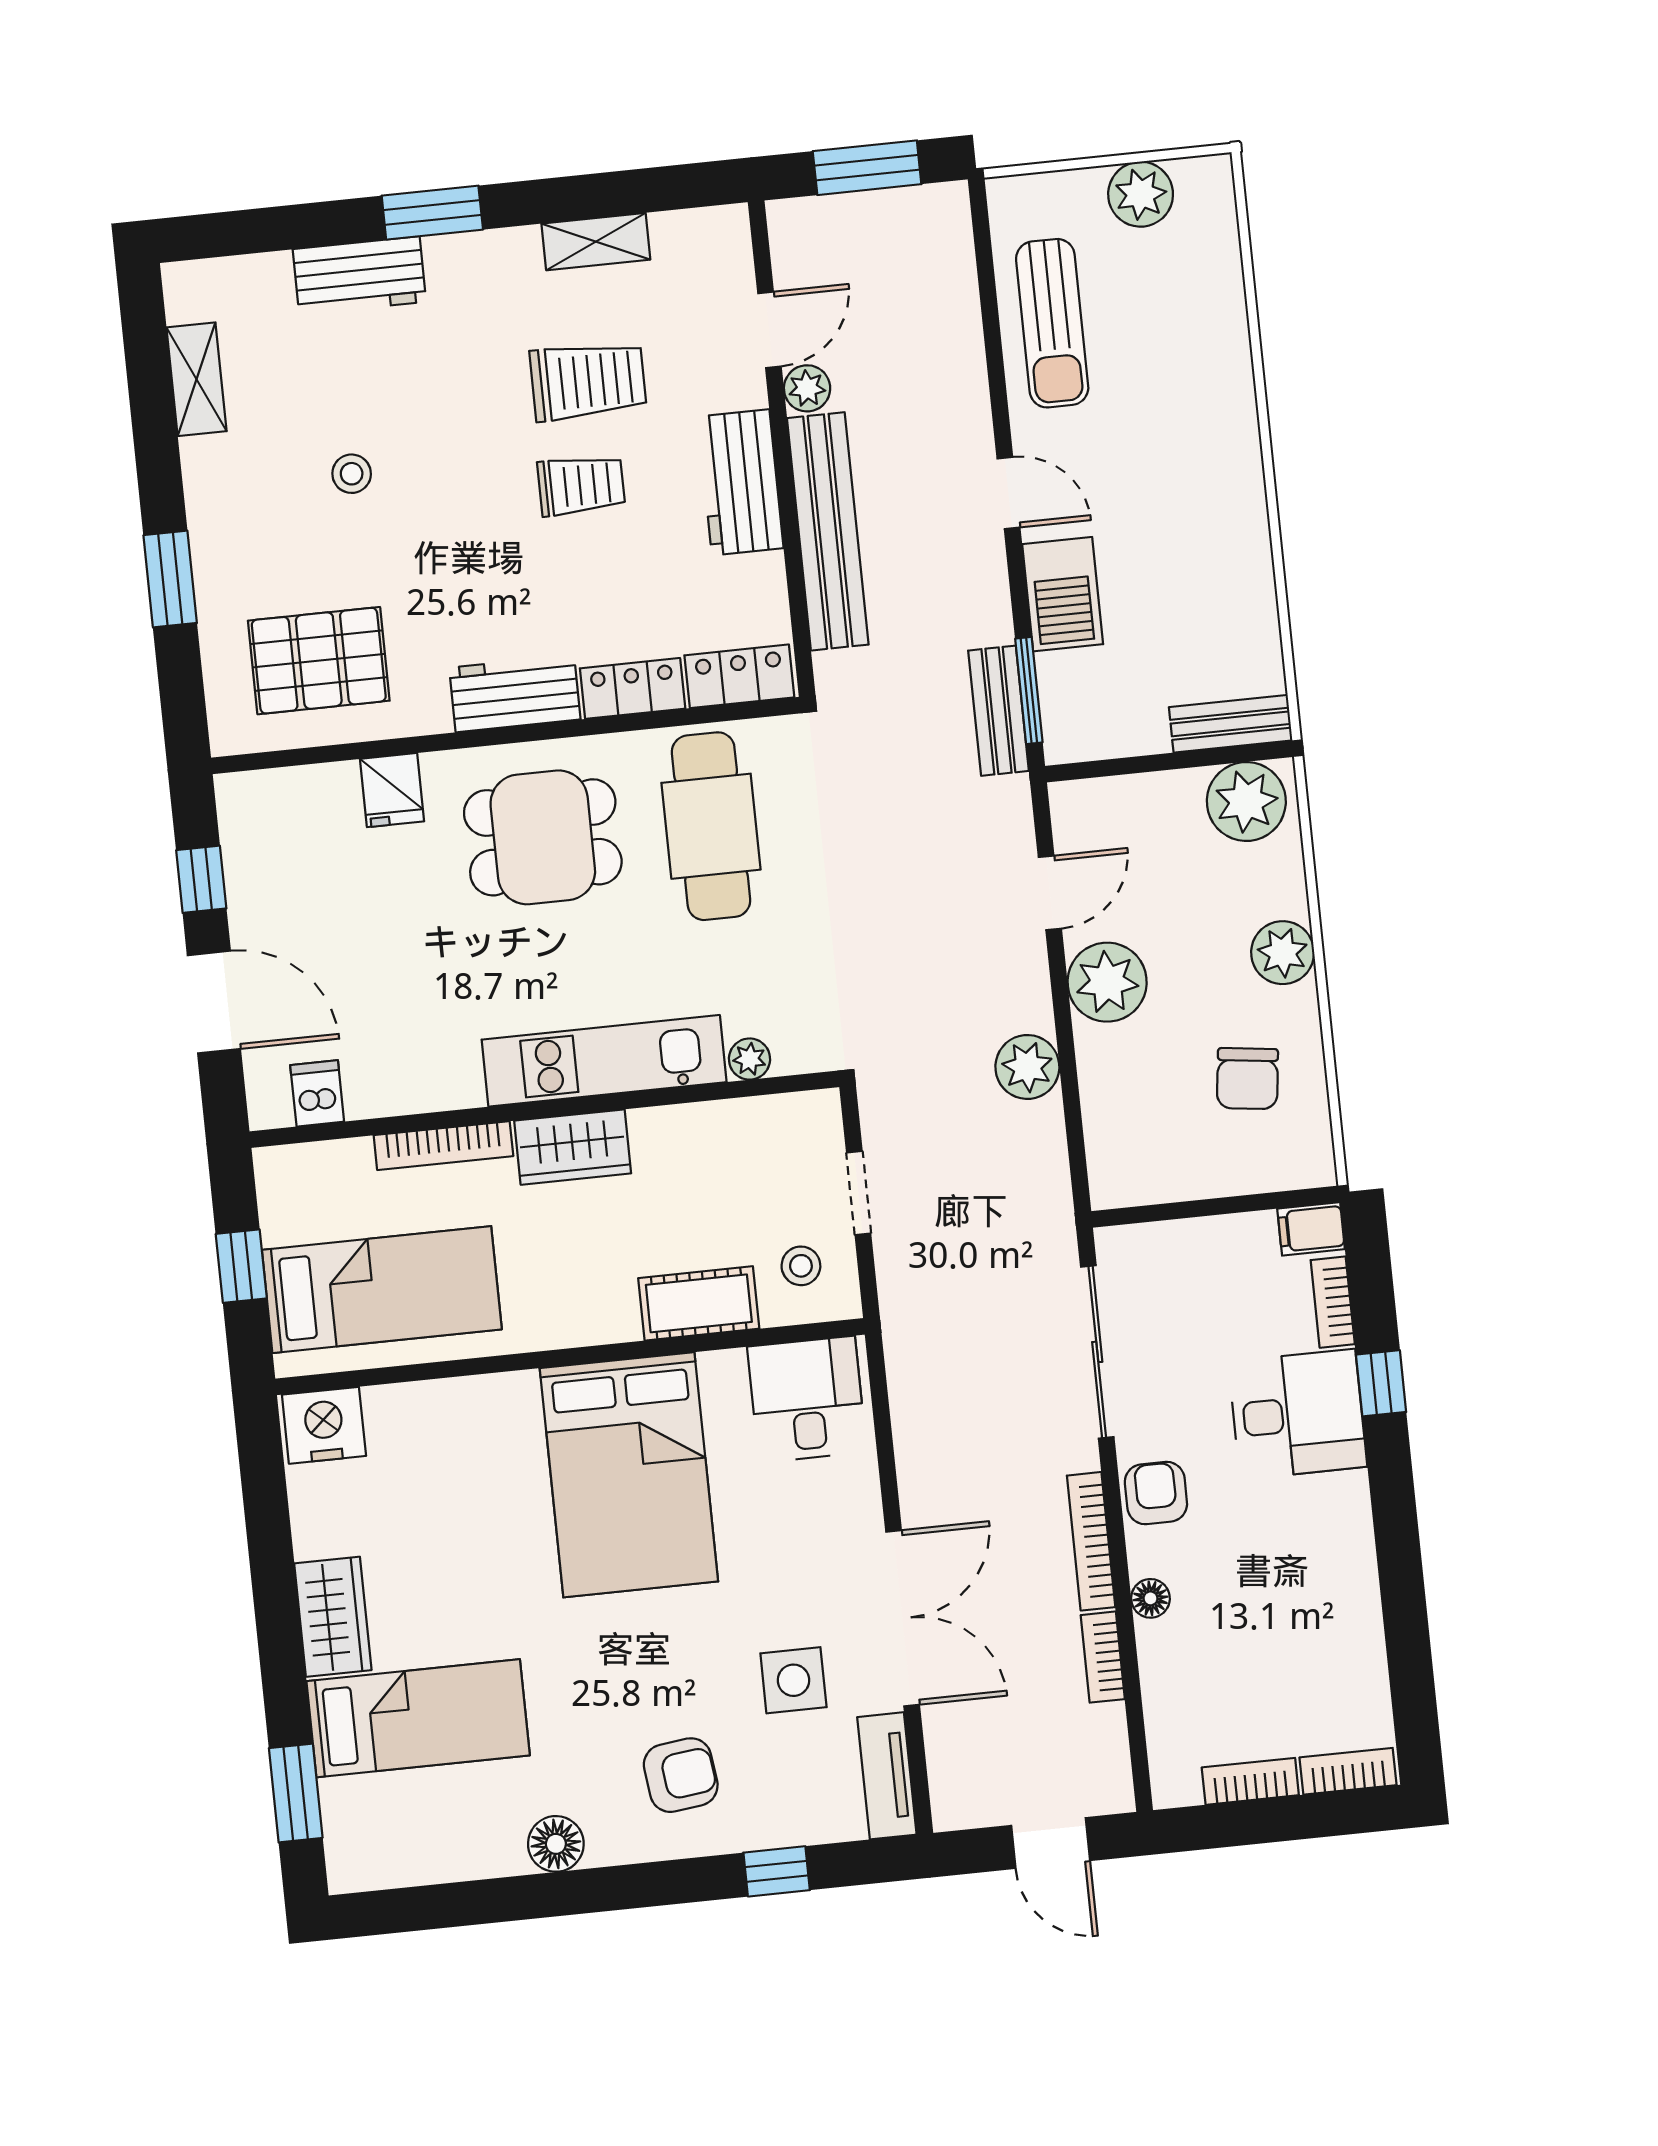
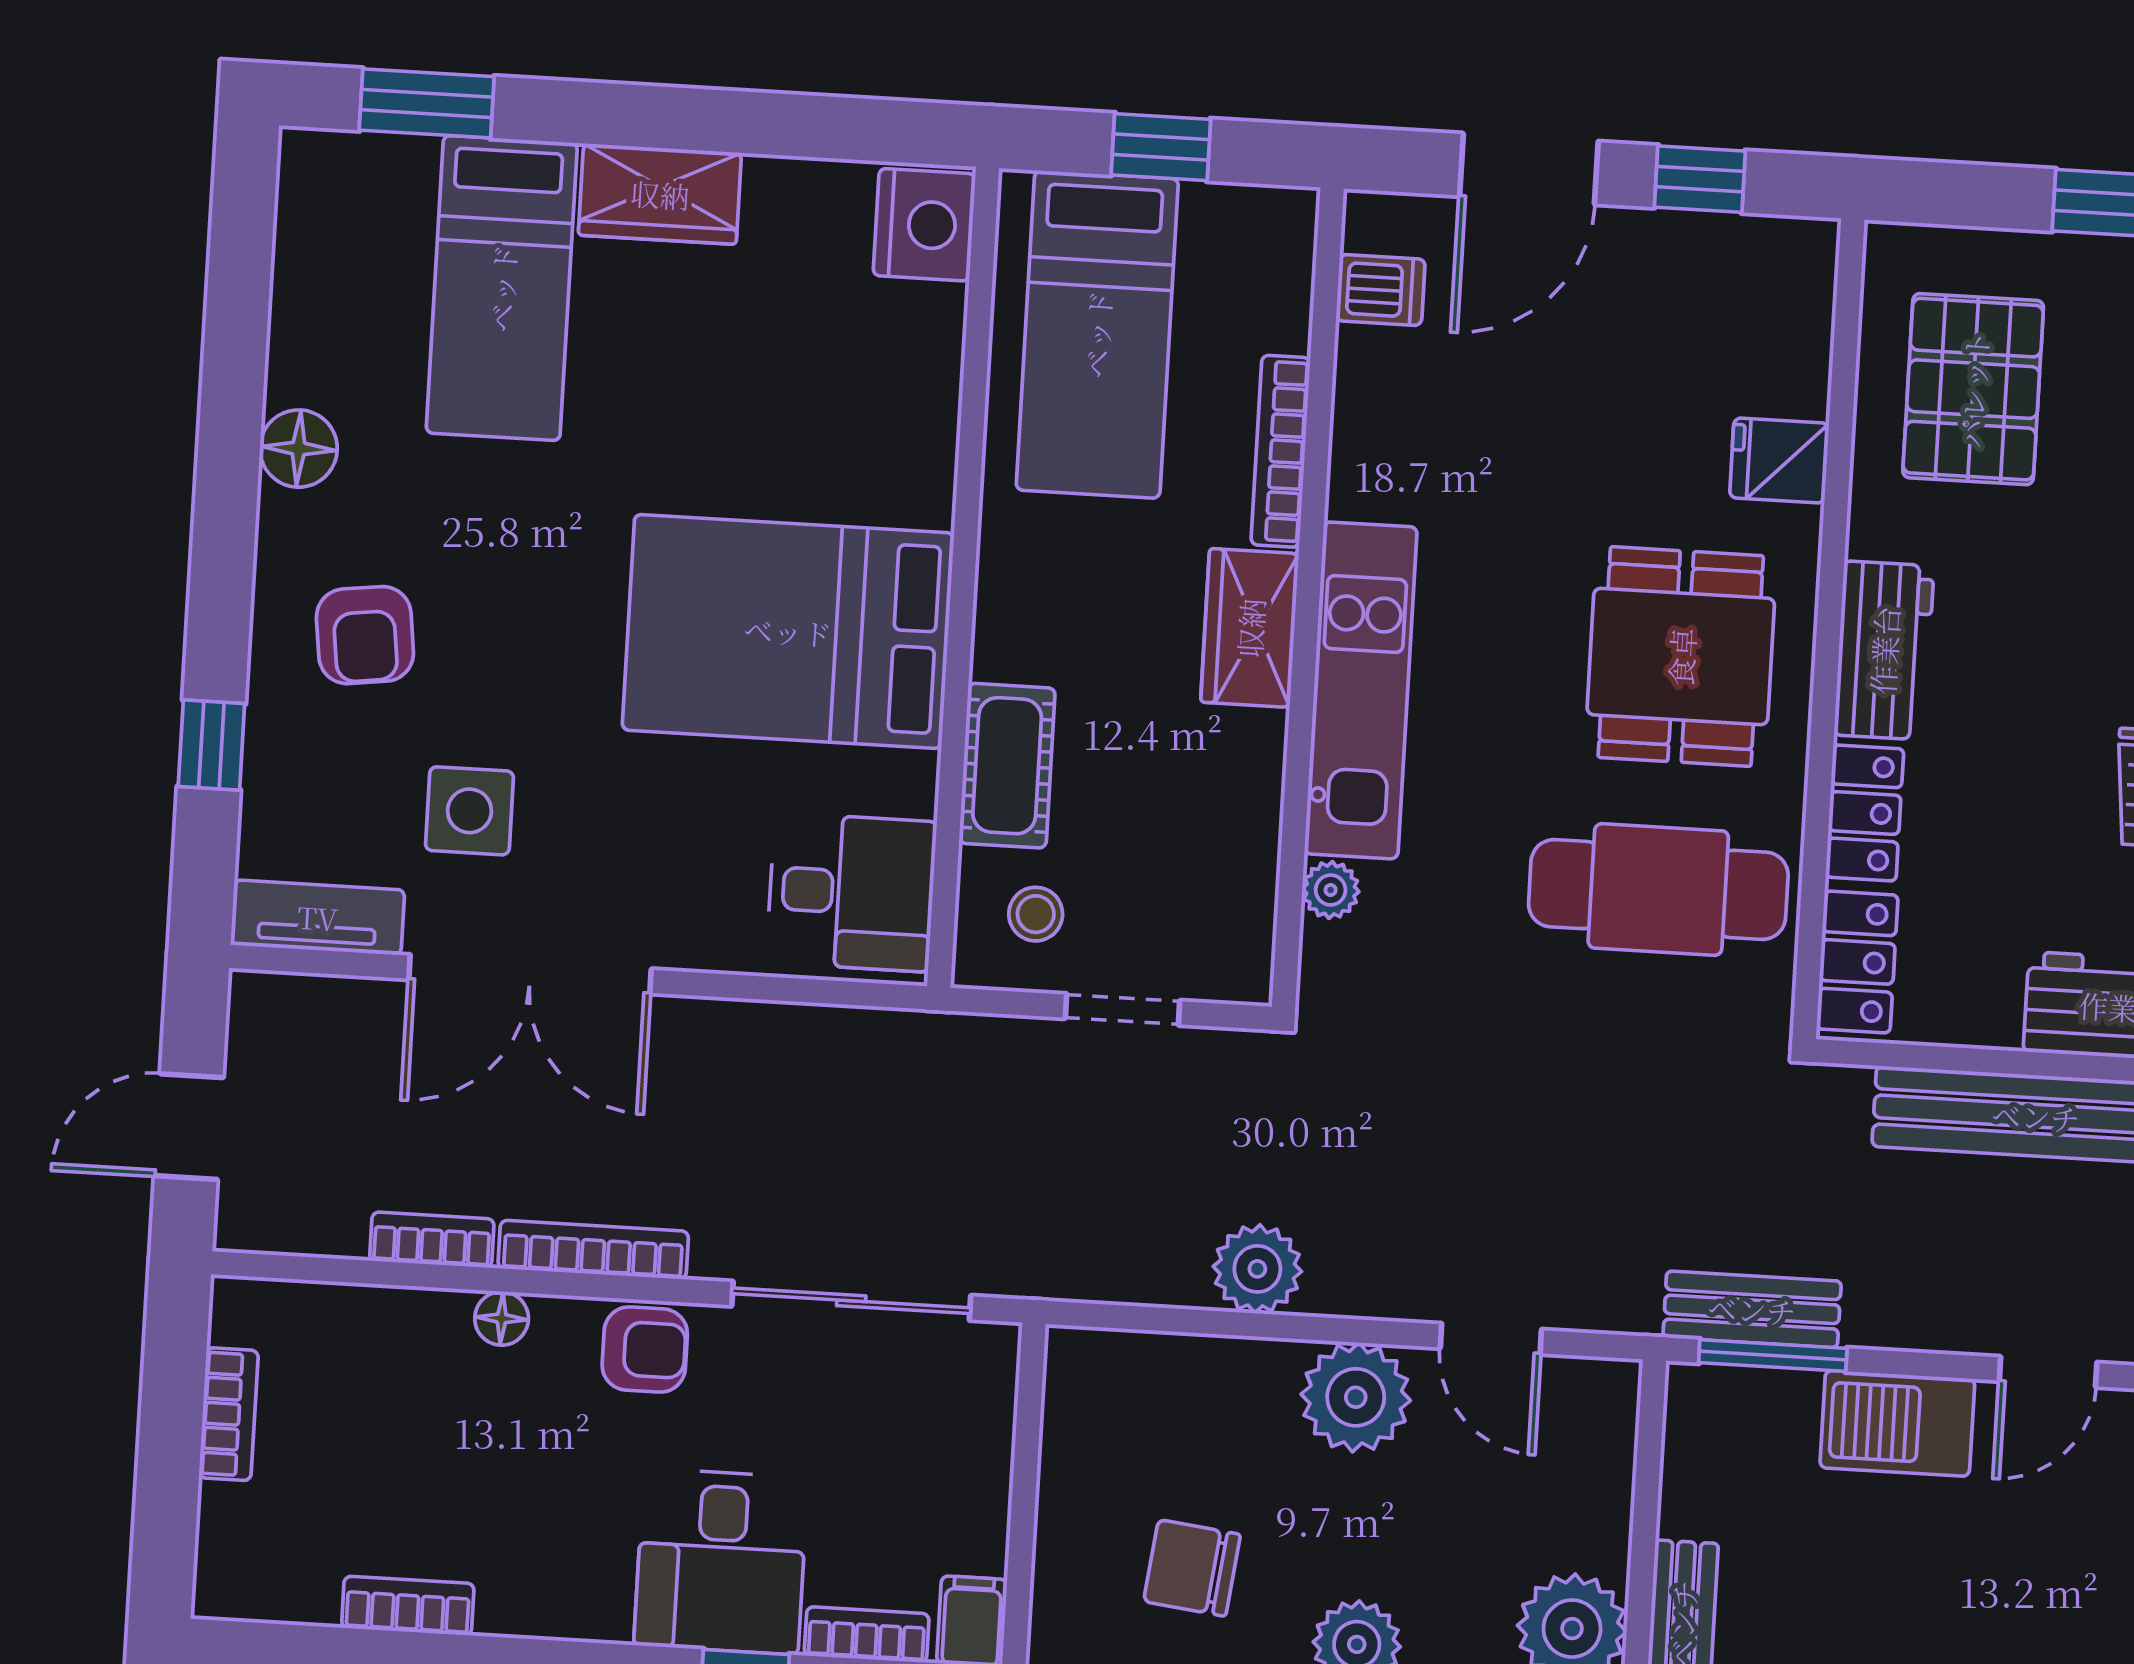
bookcase: (1348, 1771) -> (408, 1606), moved, turned -90

